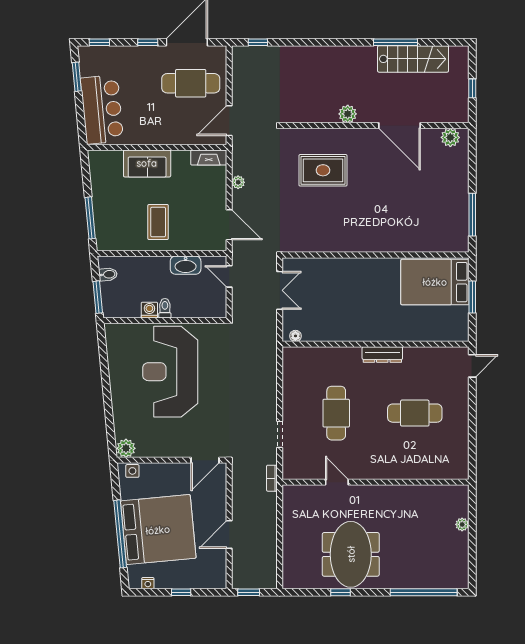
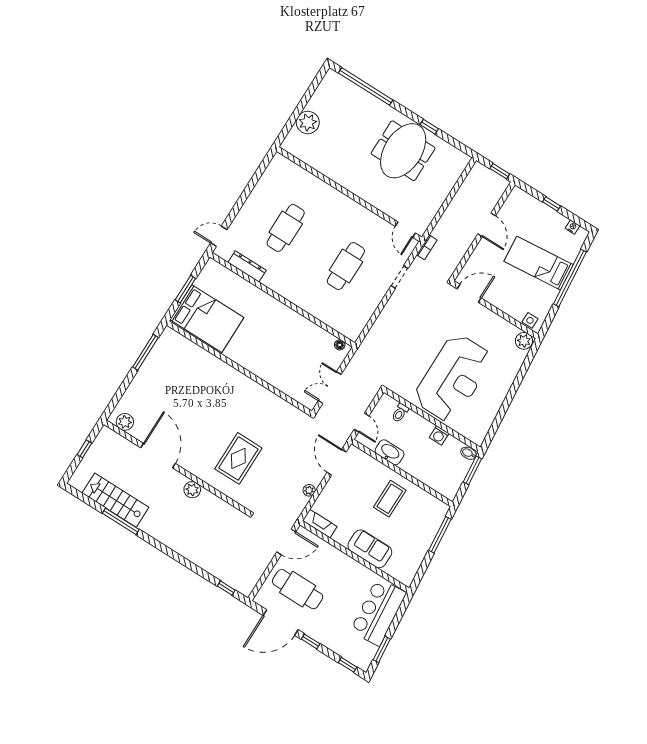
rug: (323, 170) -> (238, 458), turned 90
bidet: (108, 274) -> (469, 453), moved
toilet: (165, 308) -> (400, 413), moved
dresser: (382, 355) -> (247, 266), moved
cafe table: (415, 413) -> (286, 228), turned 90
door: (337, 482) -> (405, 230), moved
plant: (462, 524) -> (308, 122), width x1.88, depth x1.88
bed: (158, 530) -> (539, 263), width x0.49
door: (229, 535) -> (487, 225), hinge flipped

